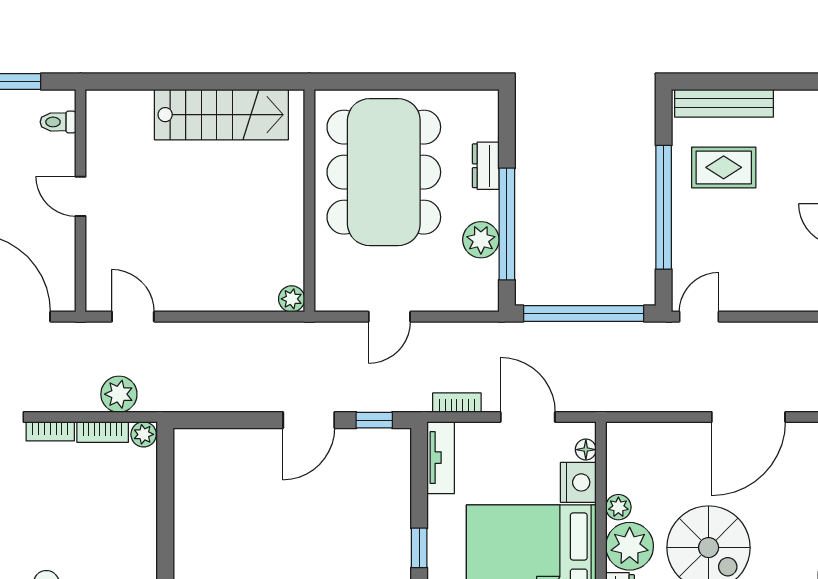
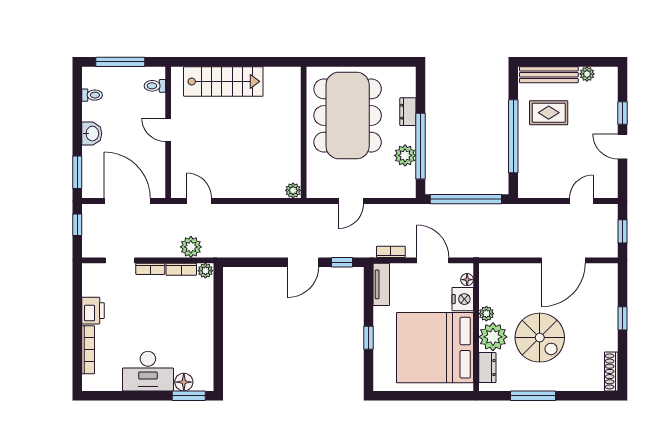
plant: (788, 102) -> (587, 74), added
stairs: (221, 115) -> (223, 81), moved
door: (699, 317) -> (581, 201), moved

